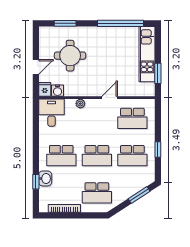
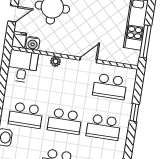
window: (158, 73) -> (145, 41), width x1.44
window: (158, 150) -> (134, 112), moved

